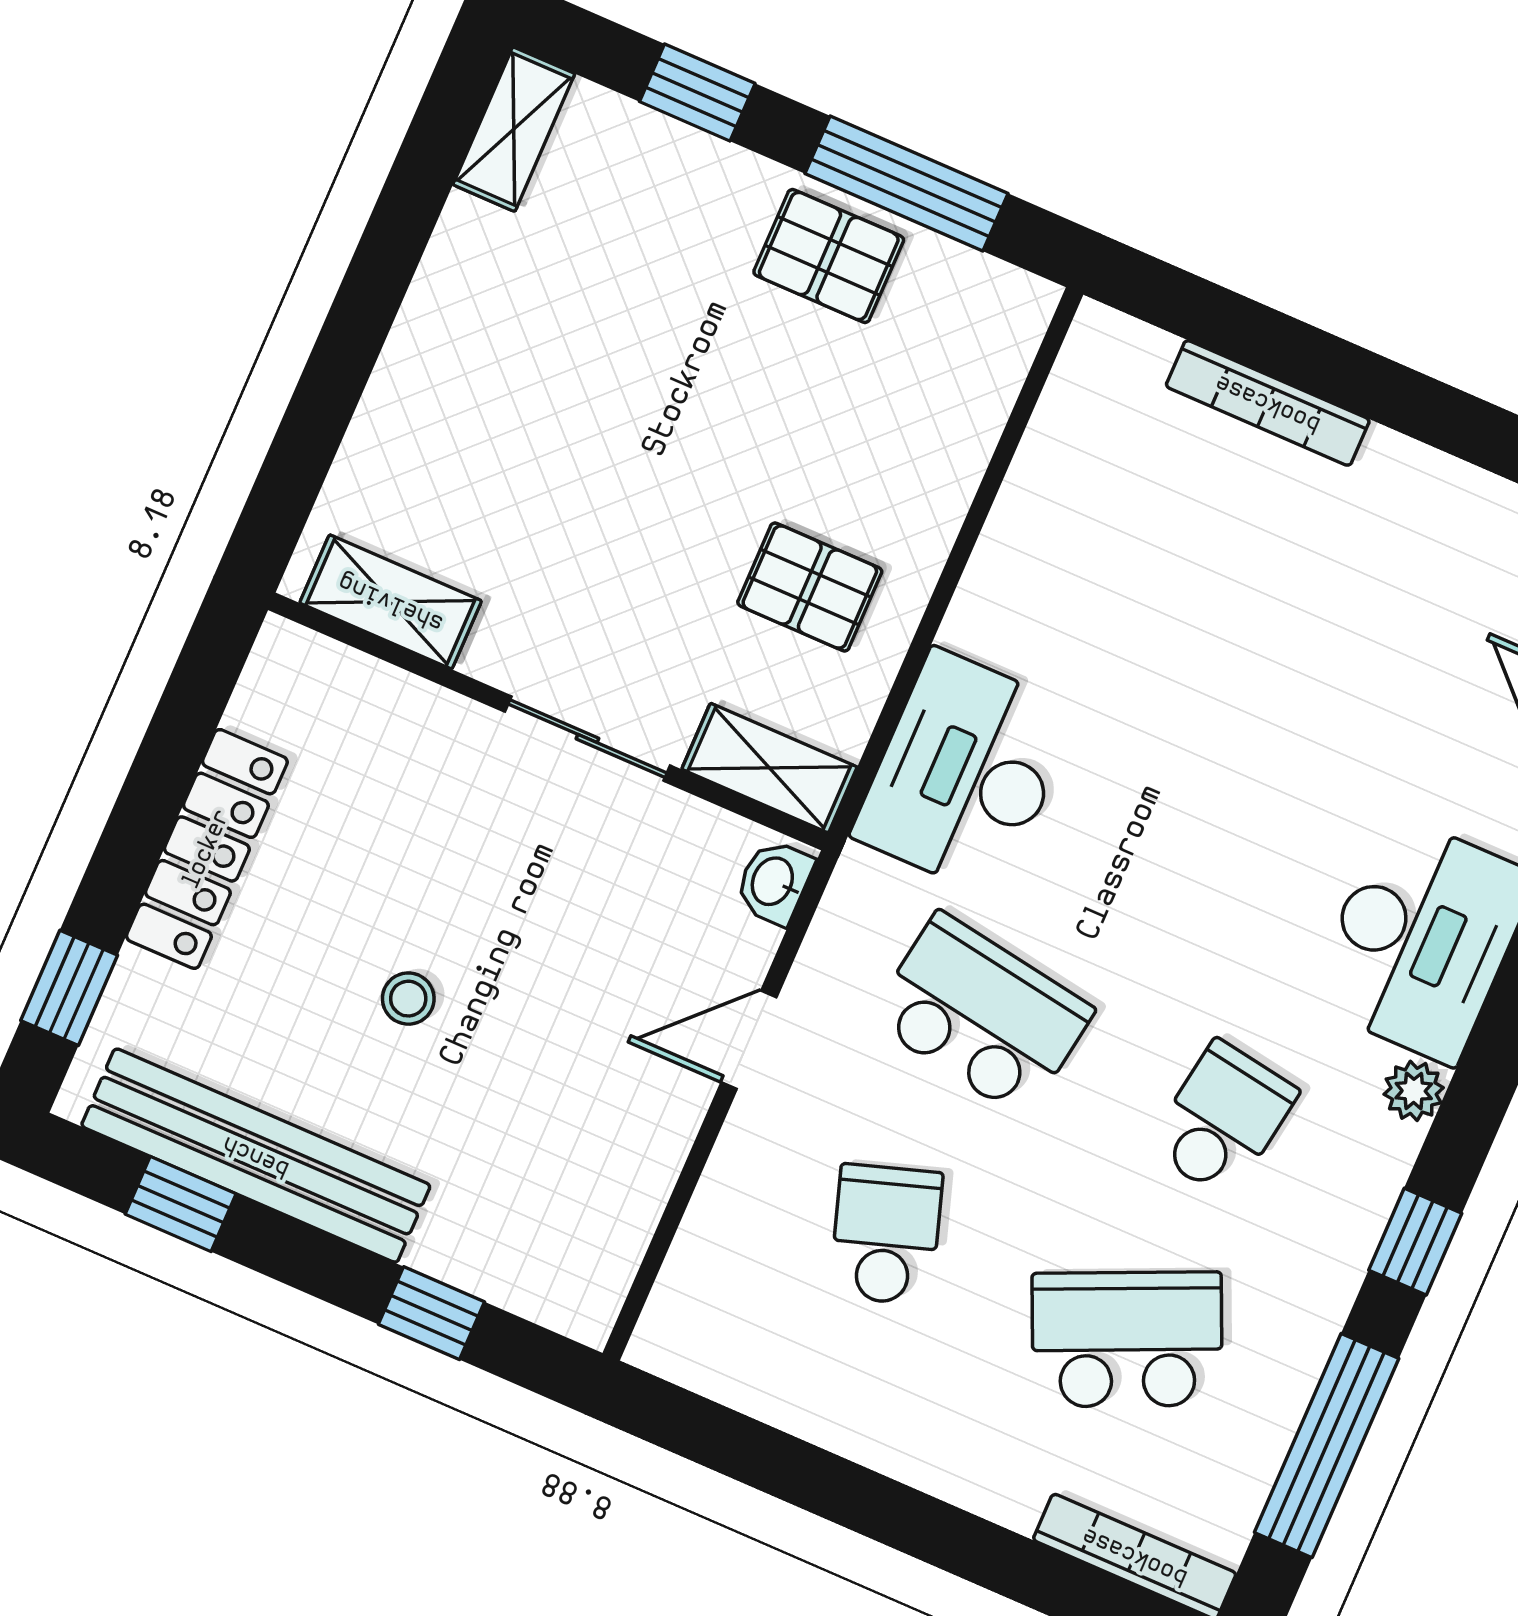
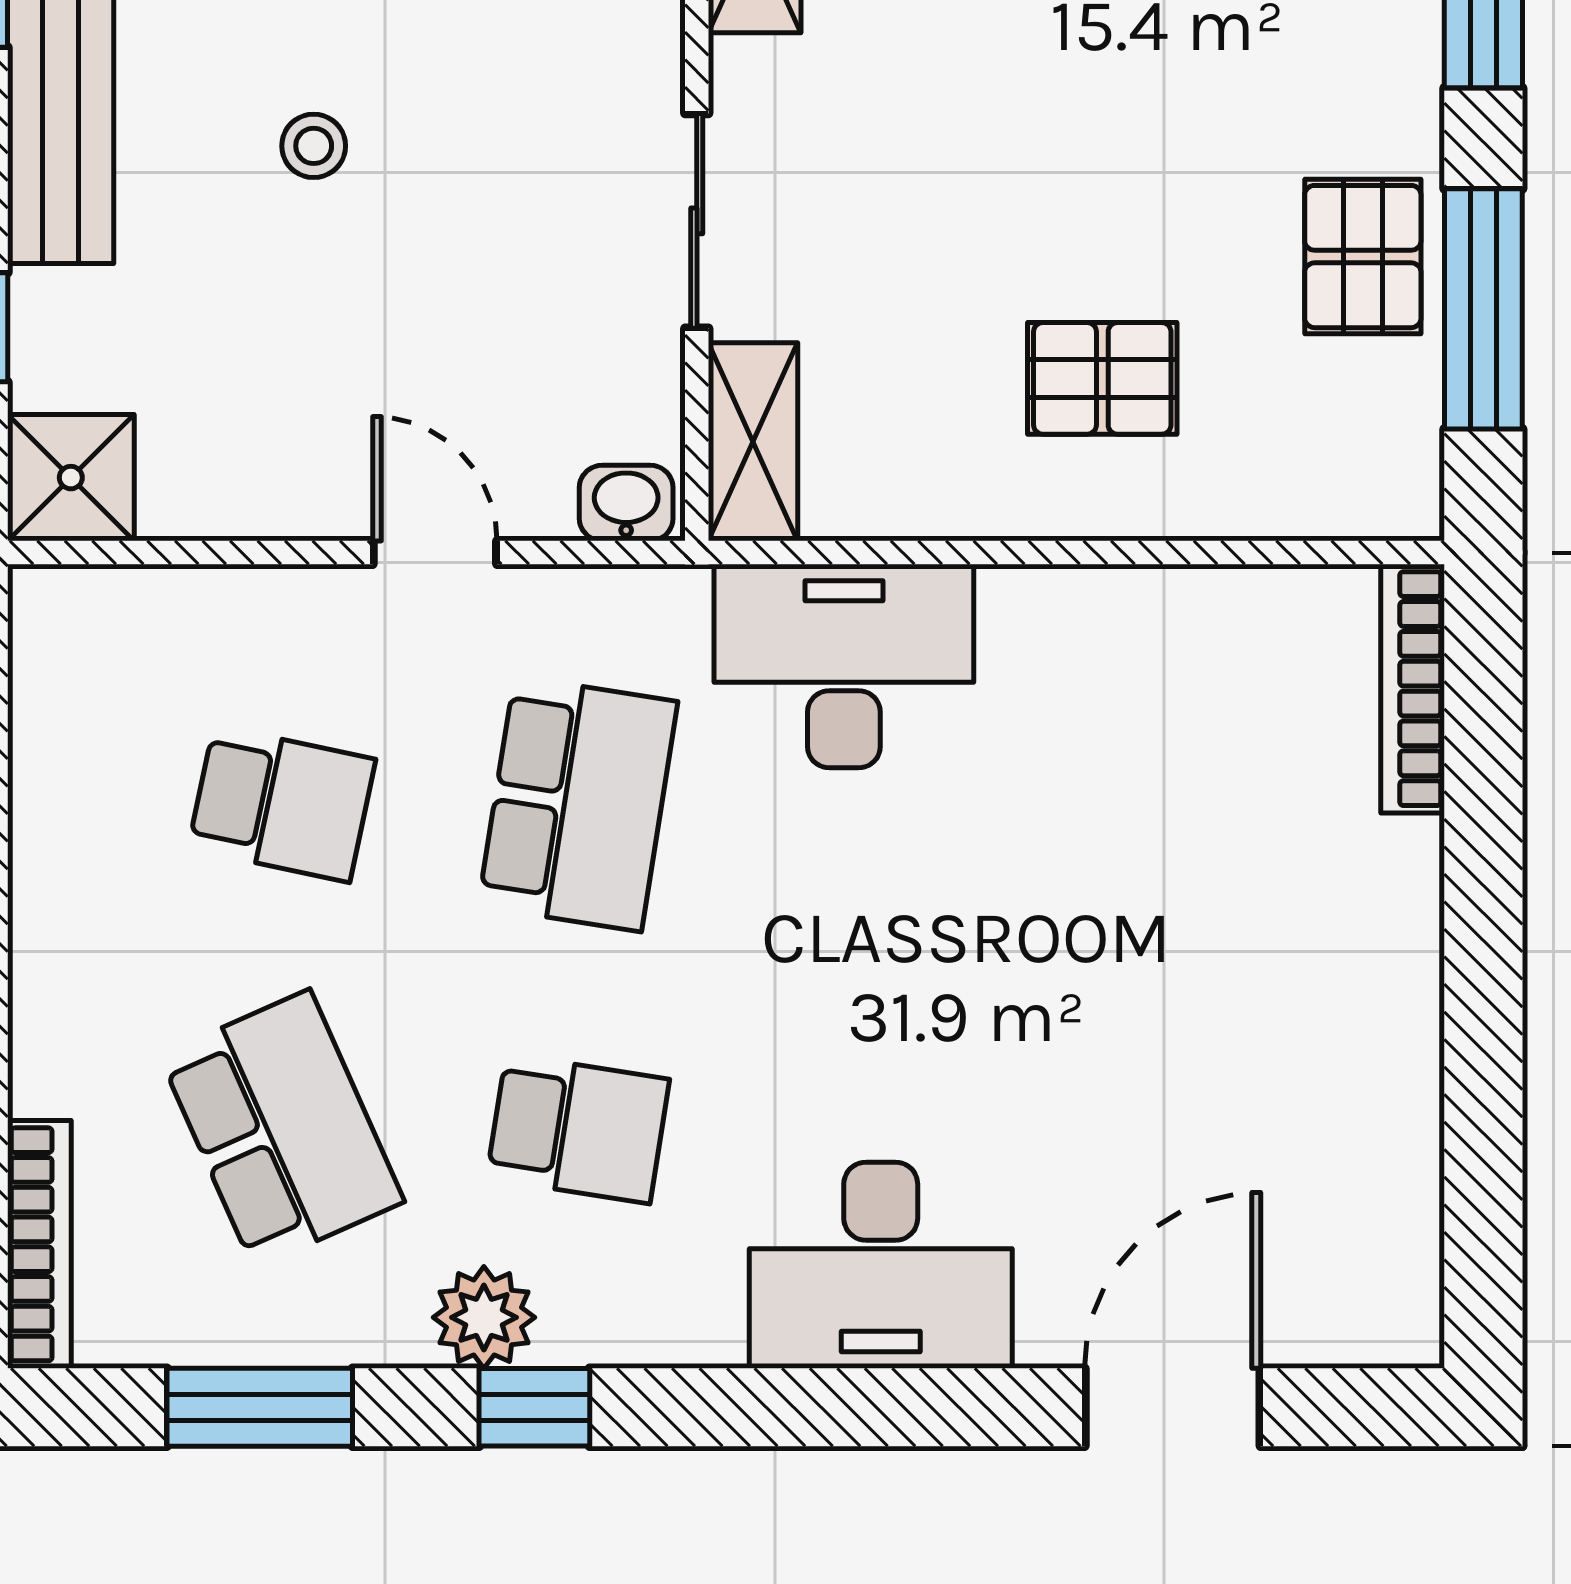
bookcase: (1268, 403) -> (1413, 689), moved
pallet: (810, 587) -> (1102, 378), moved, turned 90
plant: (1414, 1091) -> (484, 1317), moved, width x1.38, depth x1.38
school desk: (886, 1234) -> (282, 804), turned 30
shower: (576, 1286) -> (71, 478), added
window: (1327, 1445) -> (260, 1407), width x0.69

